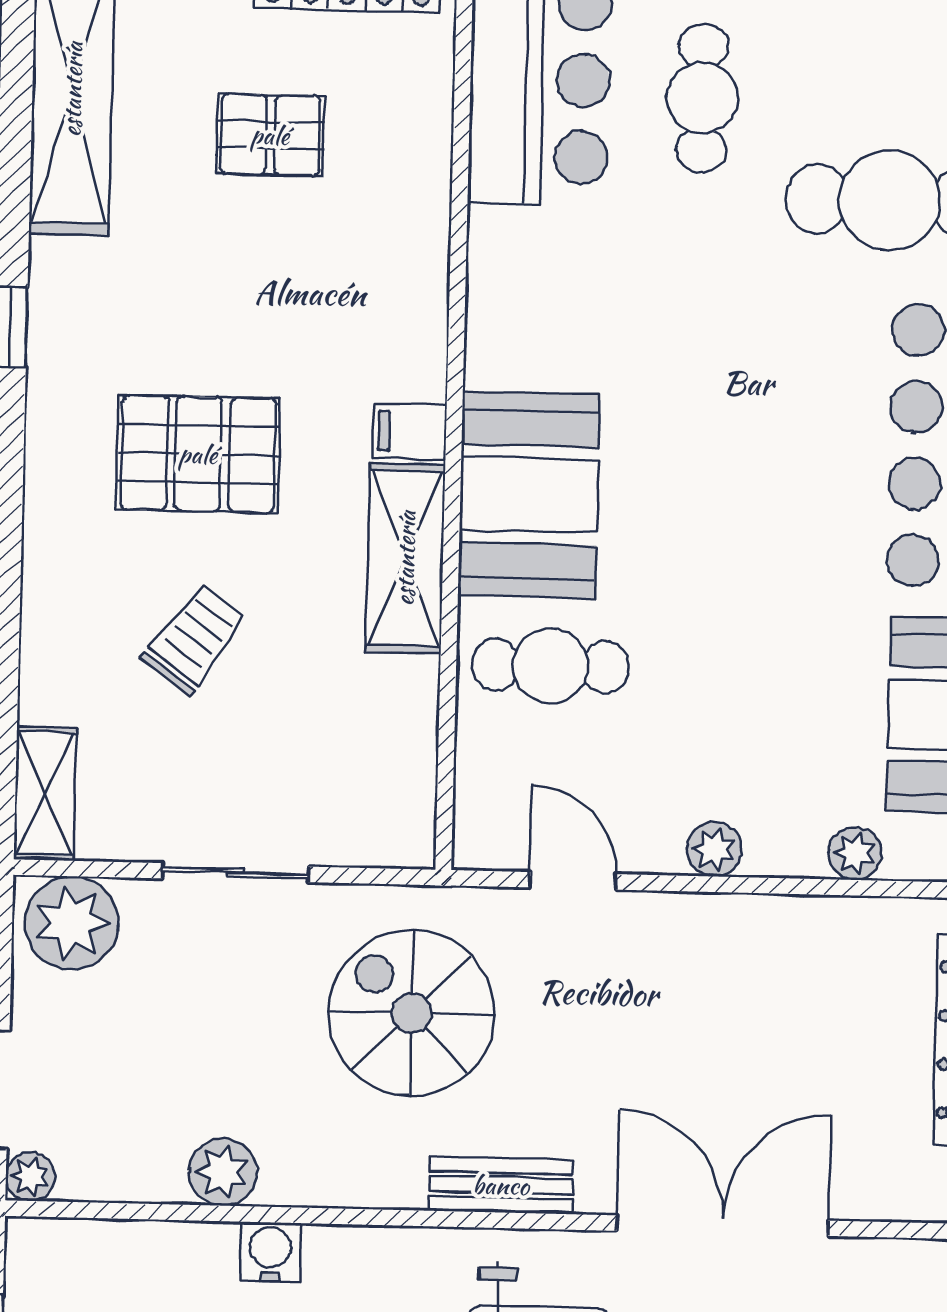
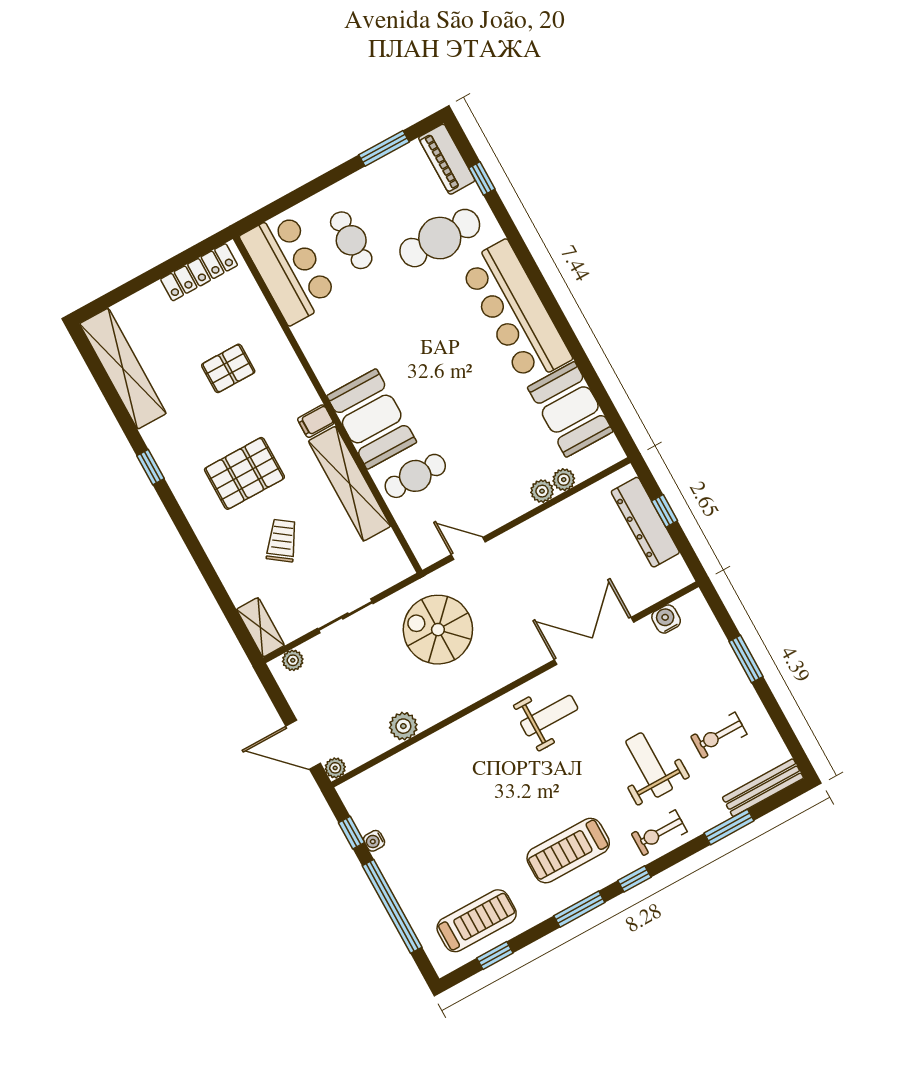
pallet: (270, 135) -> (228, 368), moved
shelving: (405, 558) -> (349, 484), width x1.47
plant: (714, 849) -> (542, 491), moved
plant: (72, 923) -> (293, 660), width x0.53, depth x0.53
bench: (501, 1185) -> (506, 673), removed
water cooler: (270, 1252) -> (666, 619), moved

